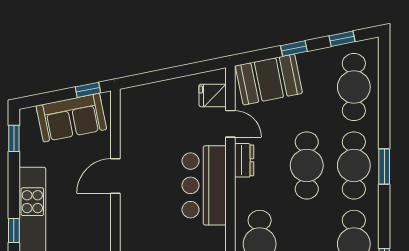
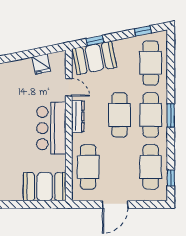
window: (294, 48) -> (95, 41), moved
fridge: (213, 95) -> (41, 64), moved, turned -101
dresser: (244, 160) -> (78, 116), width x1.44

